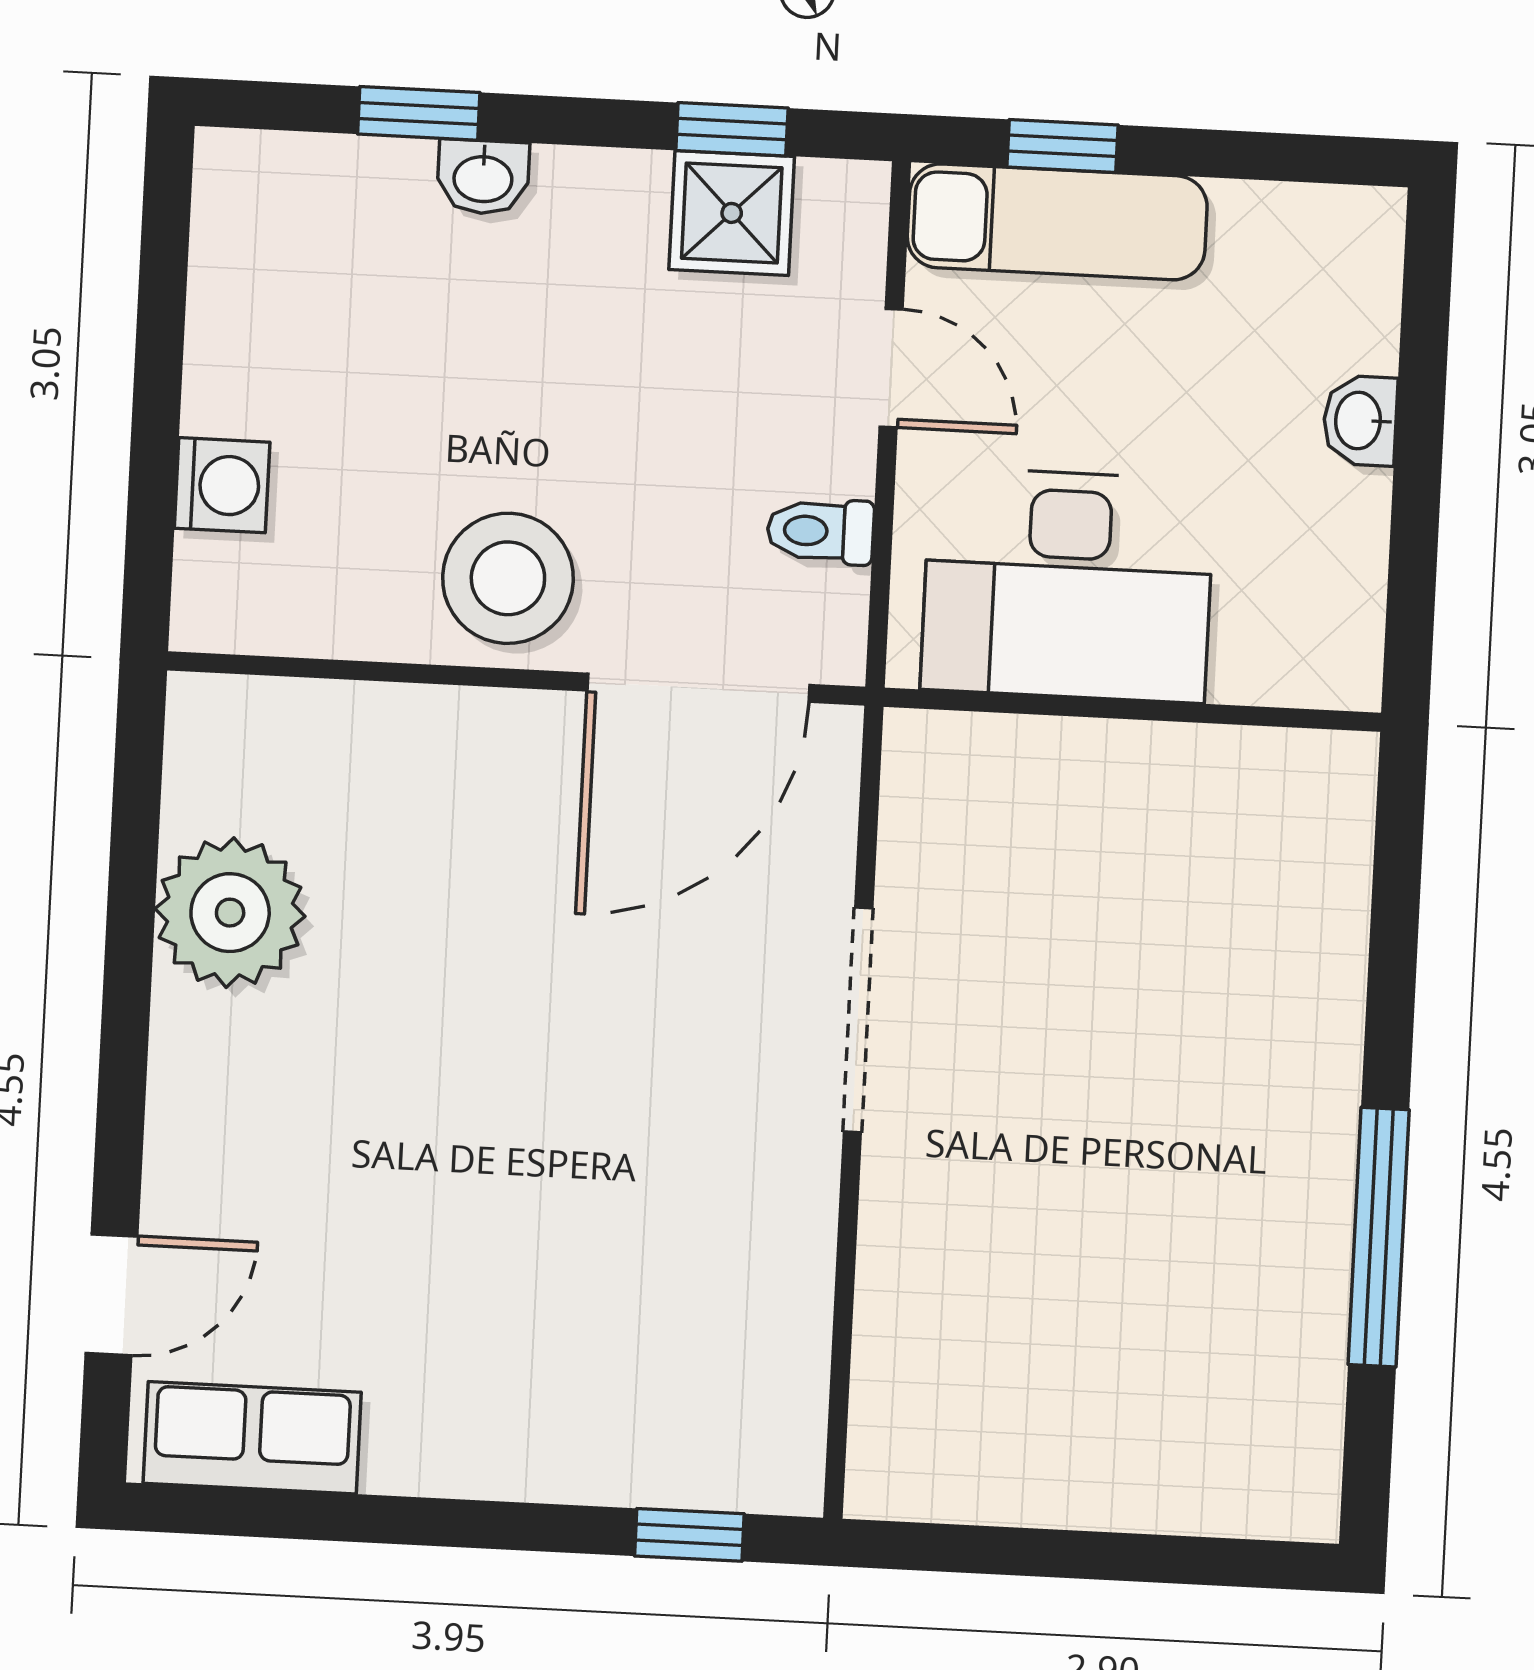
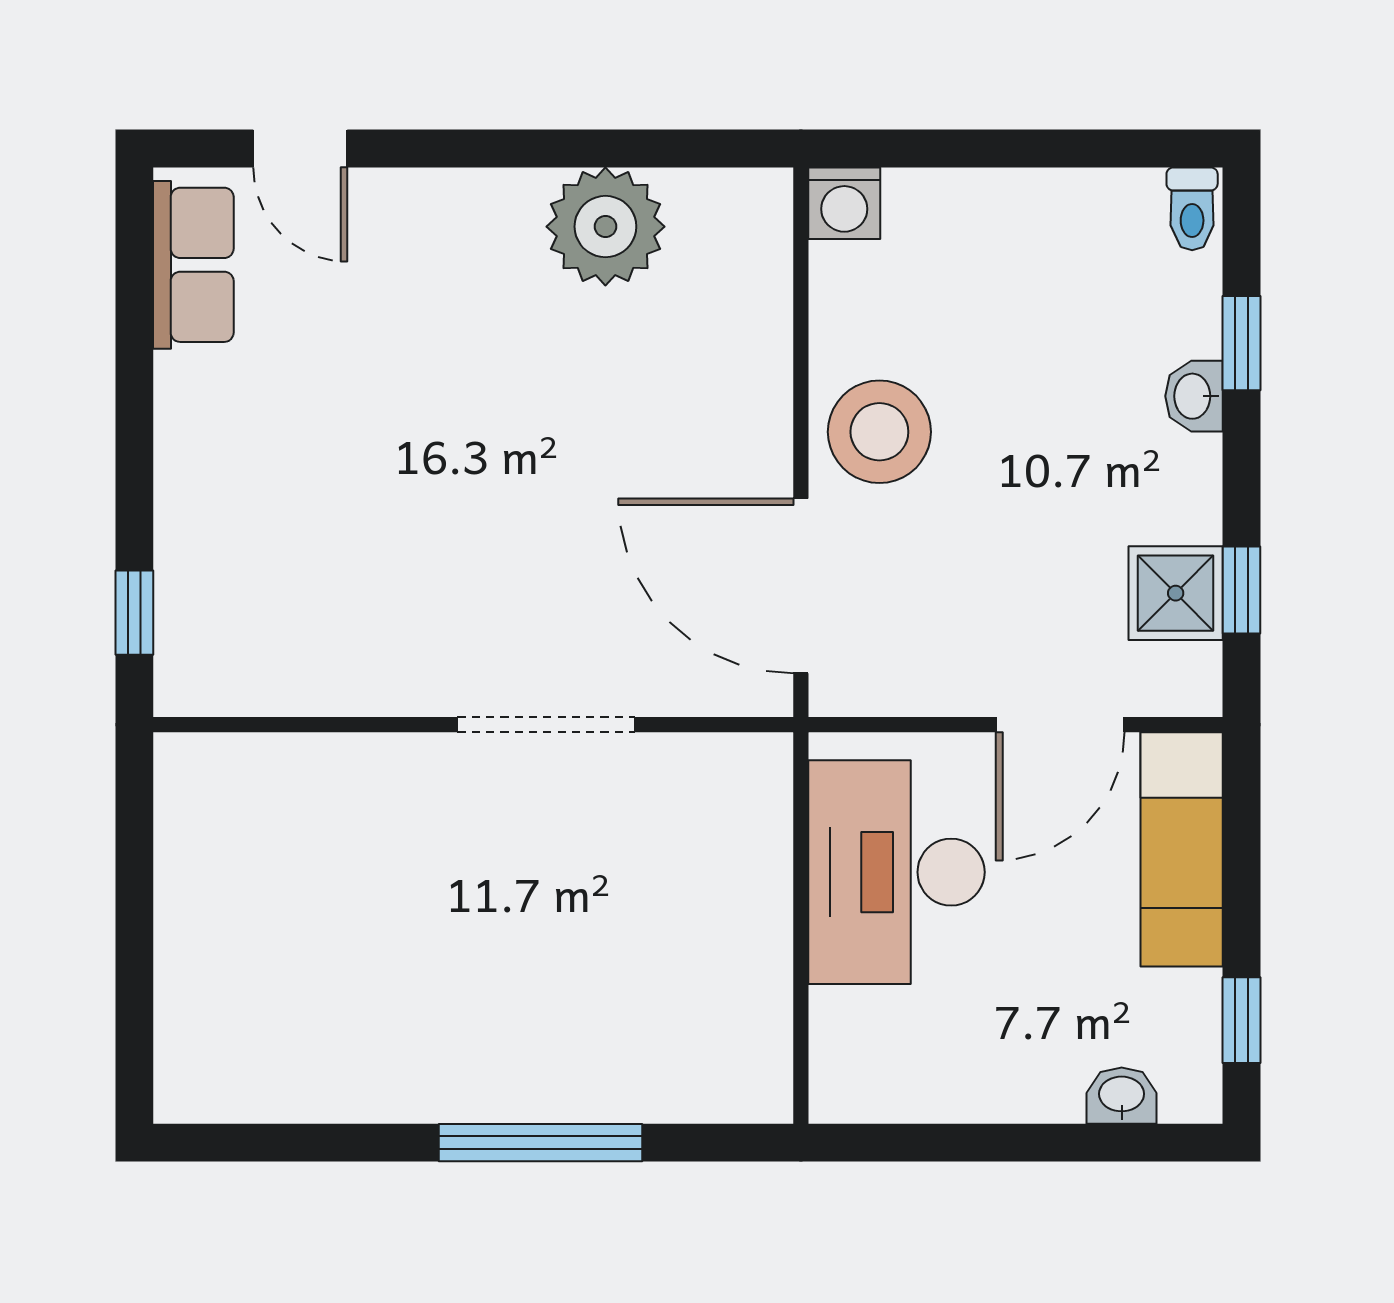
window: (1063, 146) -> (1241, 1020), moved
door: (891, 368) -> (1060, 725), width x1.38
washbasin: (1360, 421) -> (1122, 1096), moved
washing machine: (222, 485) -> (844, 203), moved
toilet: (820, 531) -> (1192, 209), moved, turned 180
window: (1379, 1237) -> (540, 1143), moved

